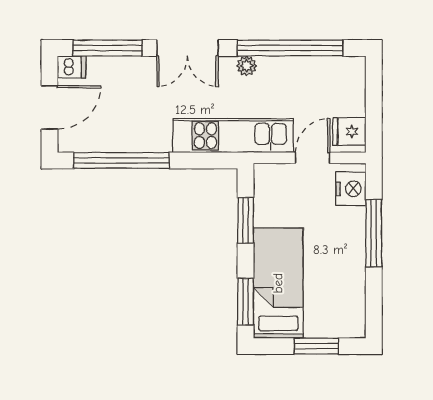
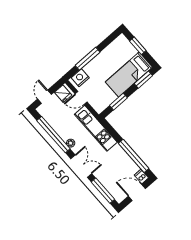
dishwasher: (72, 67) -> (141, 176), moved
door: (374, 93) -> (45, 97), added

